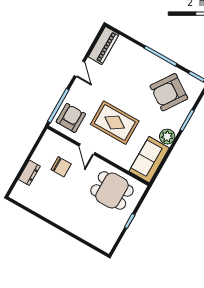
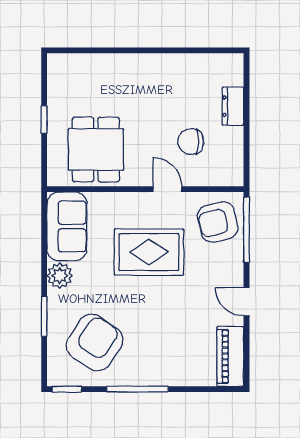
armchair: (71, 118) -> (218, 222), turned 77
dining table: (112, 190) -> (96, 150), turned 90

